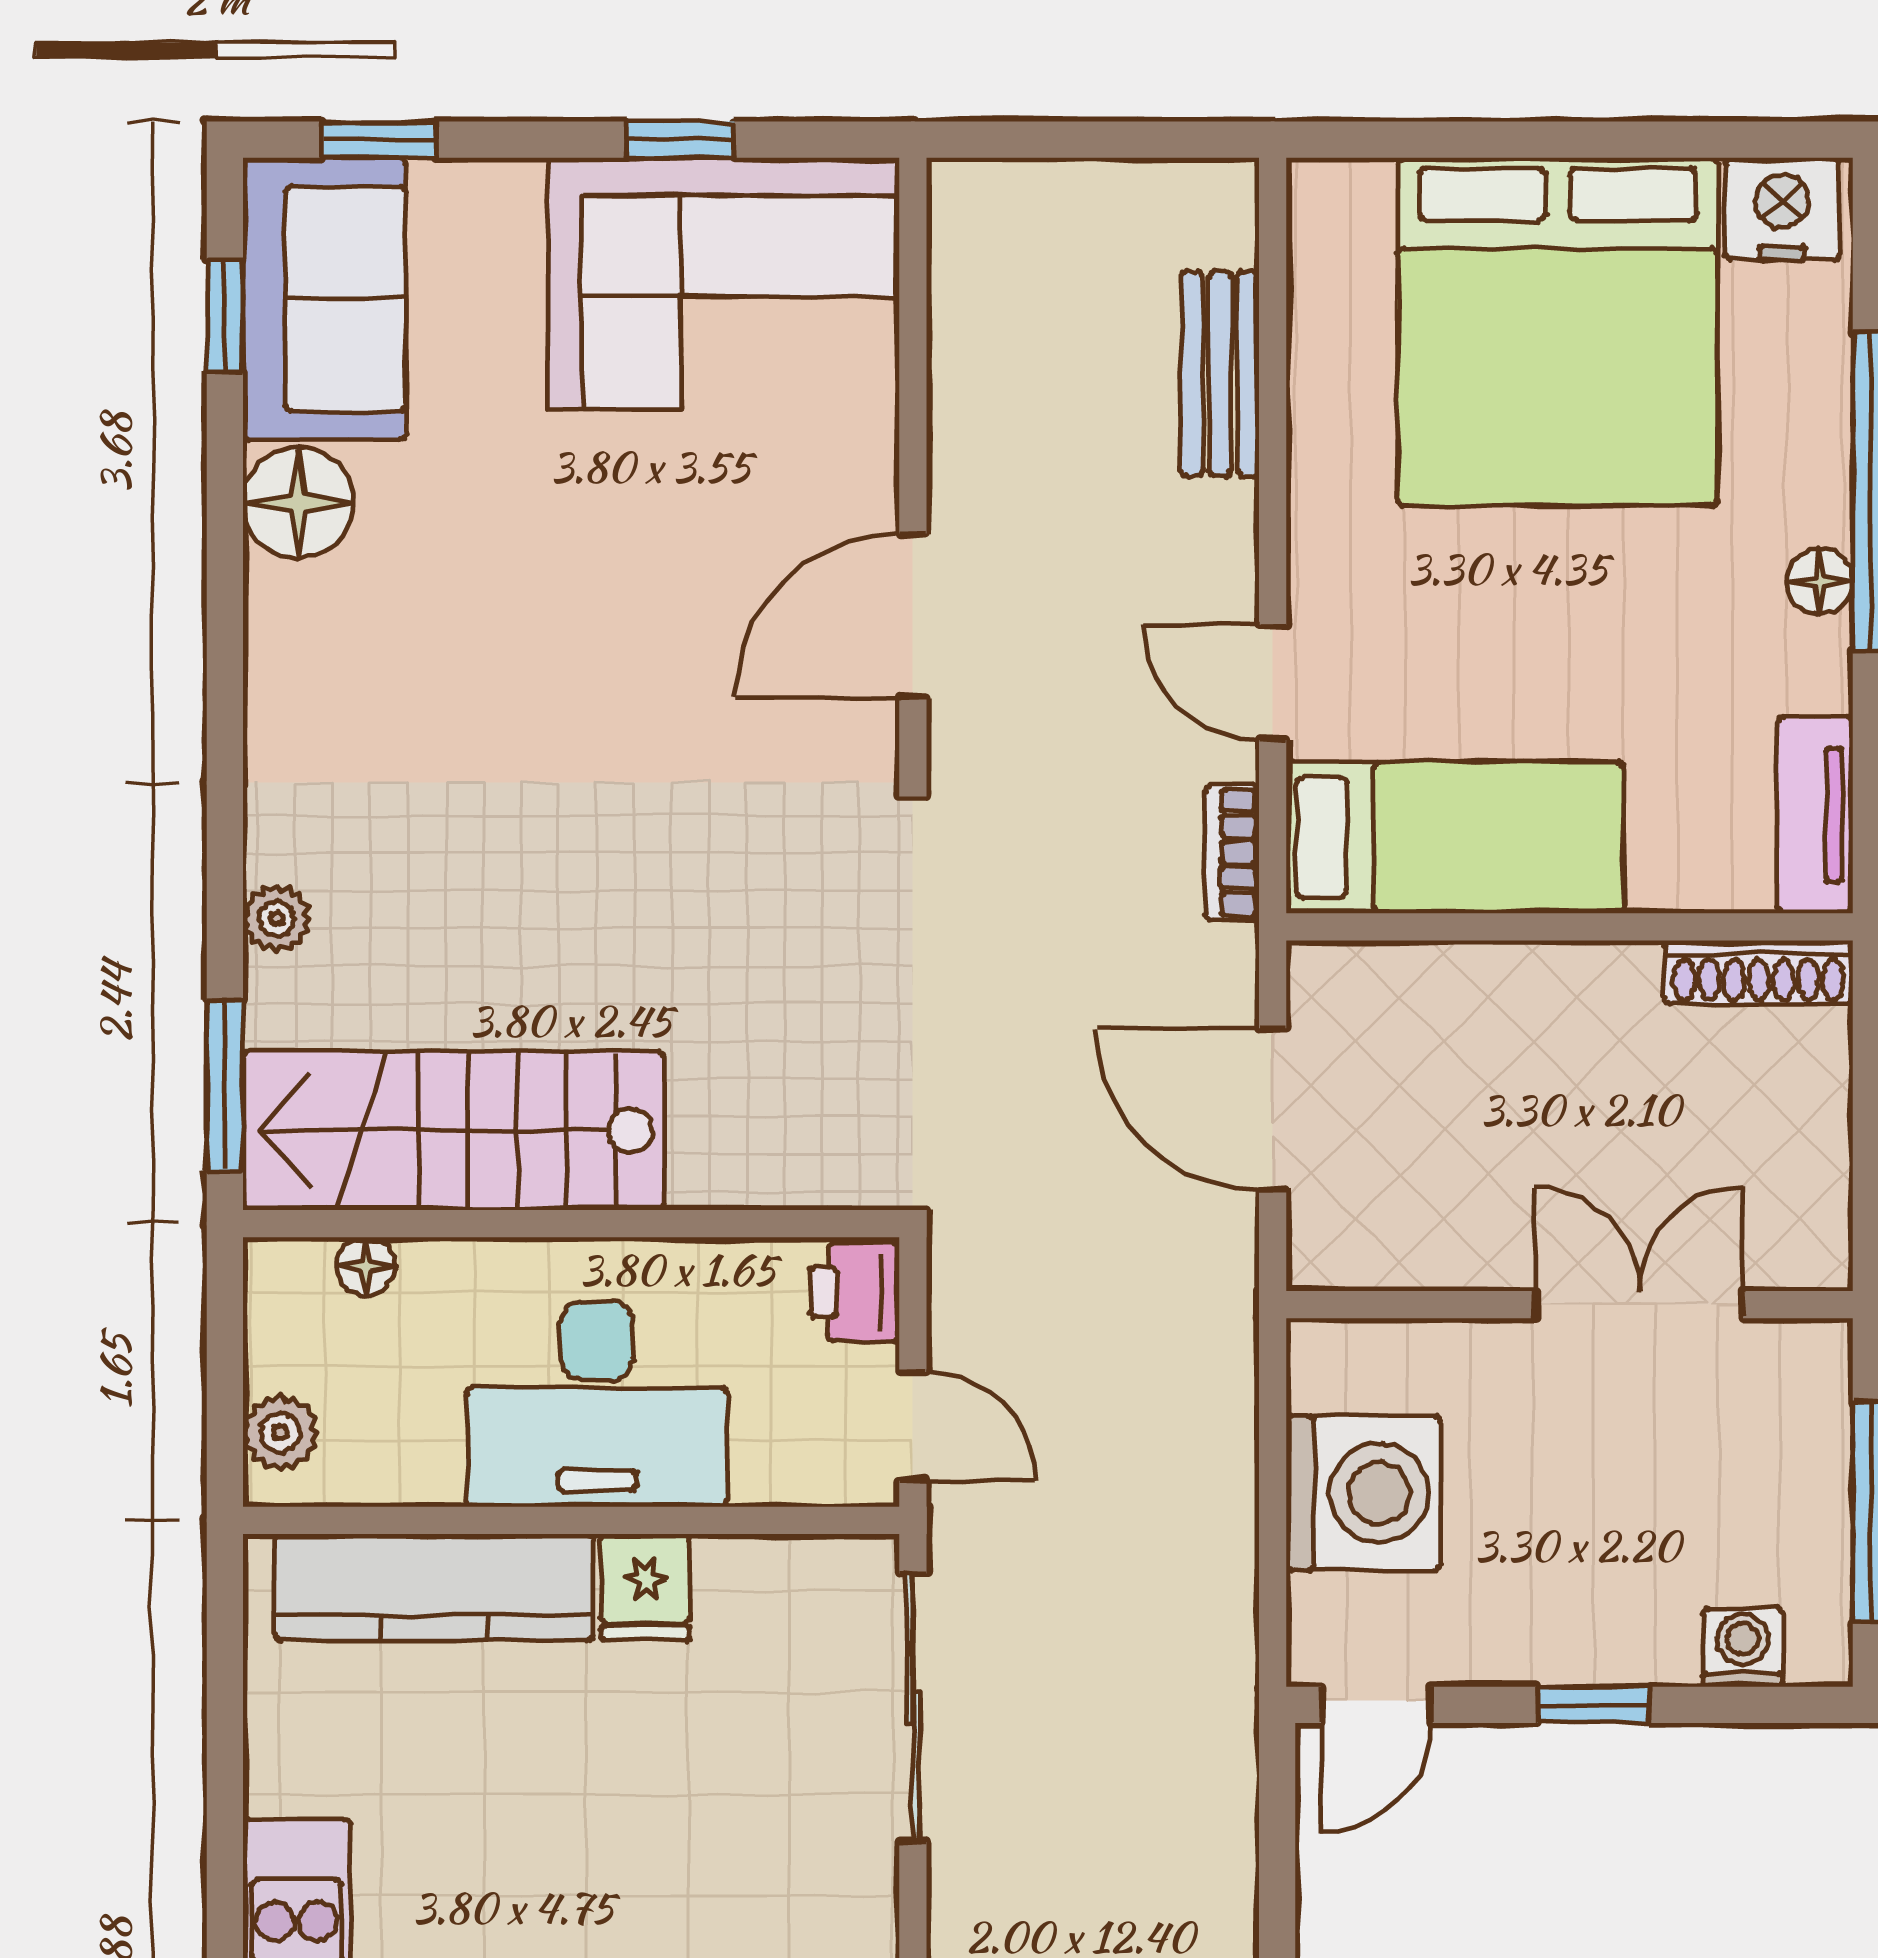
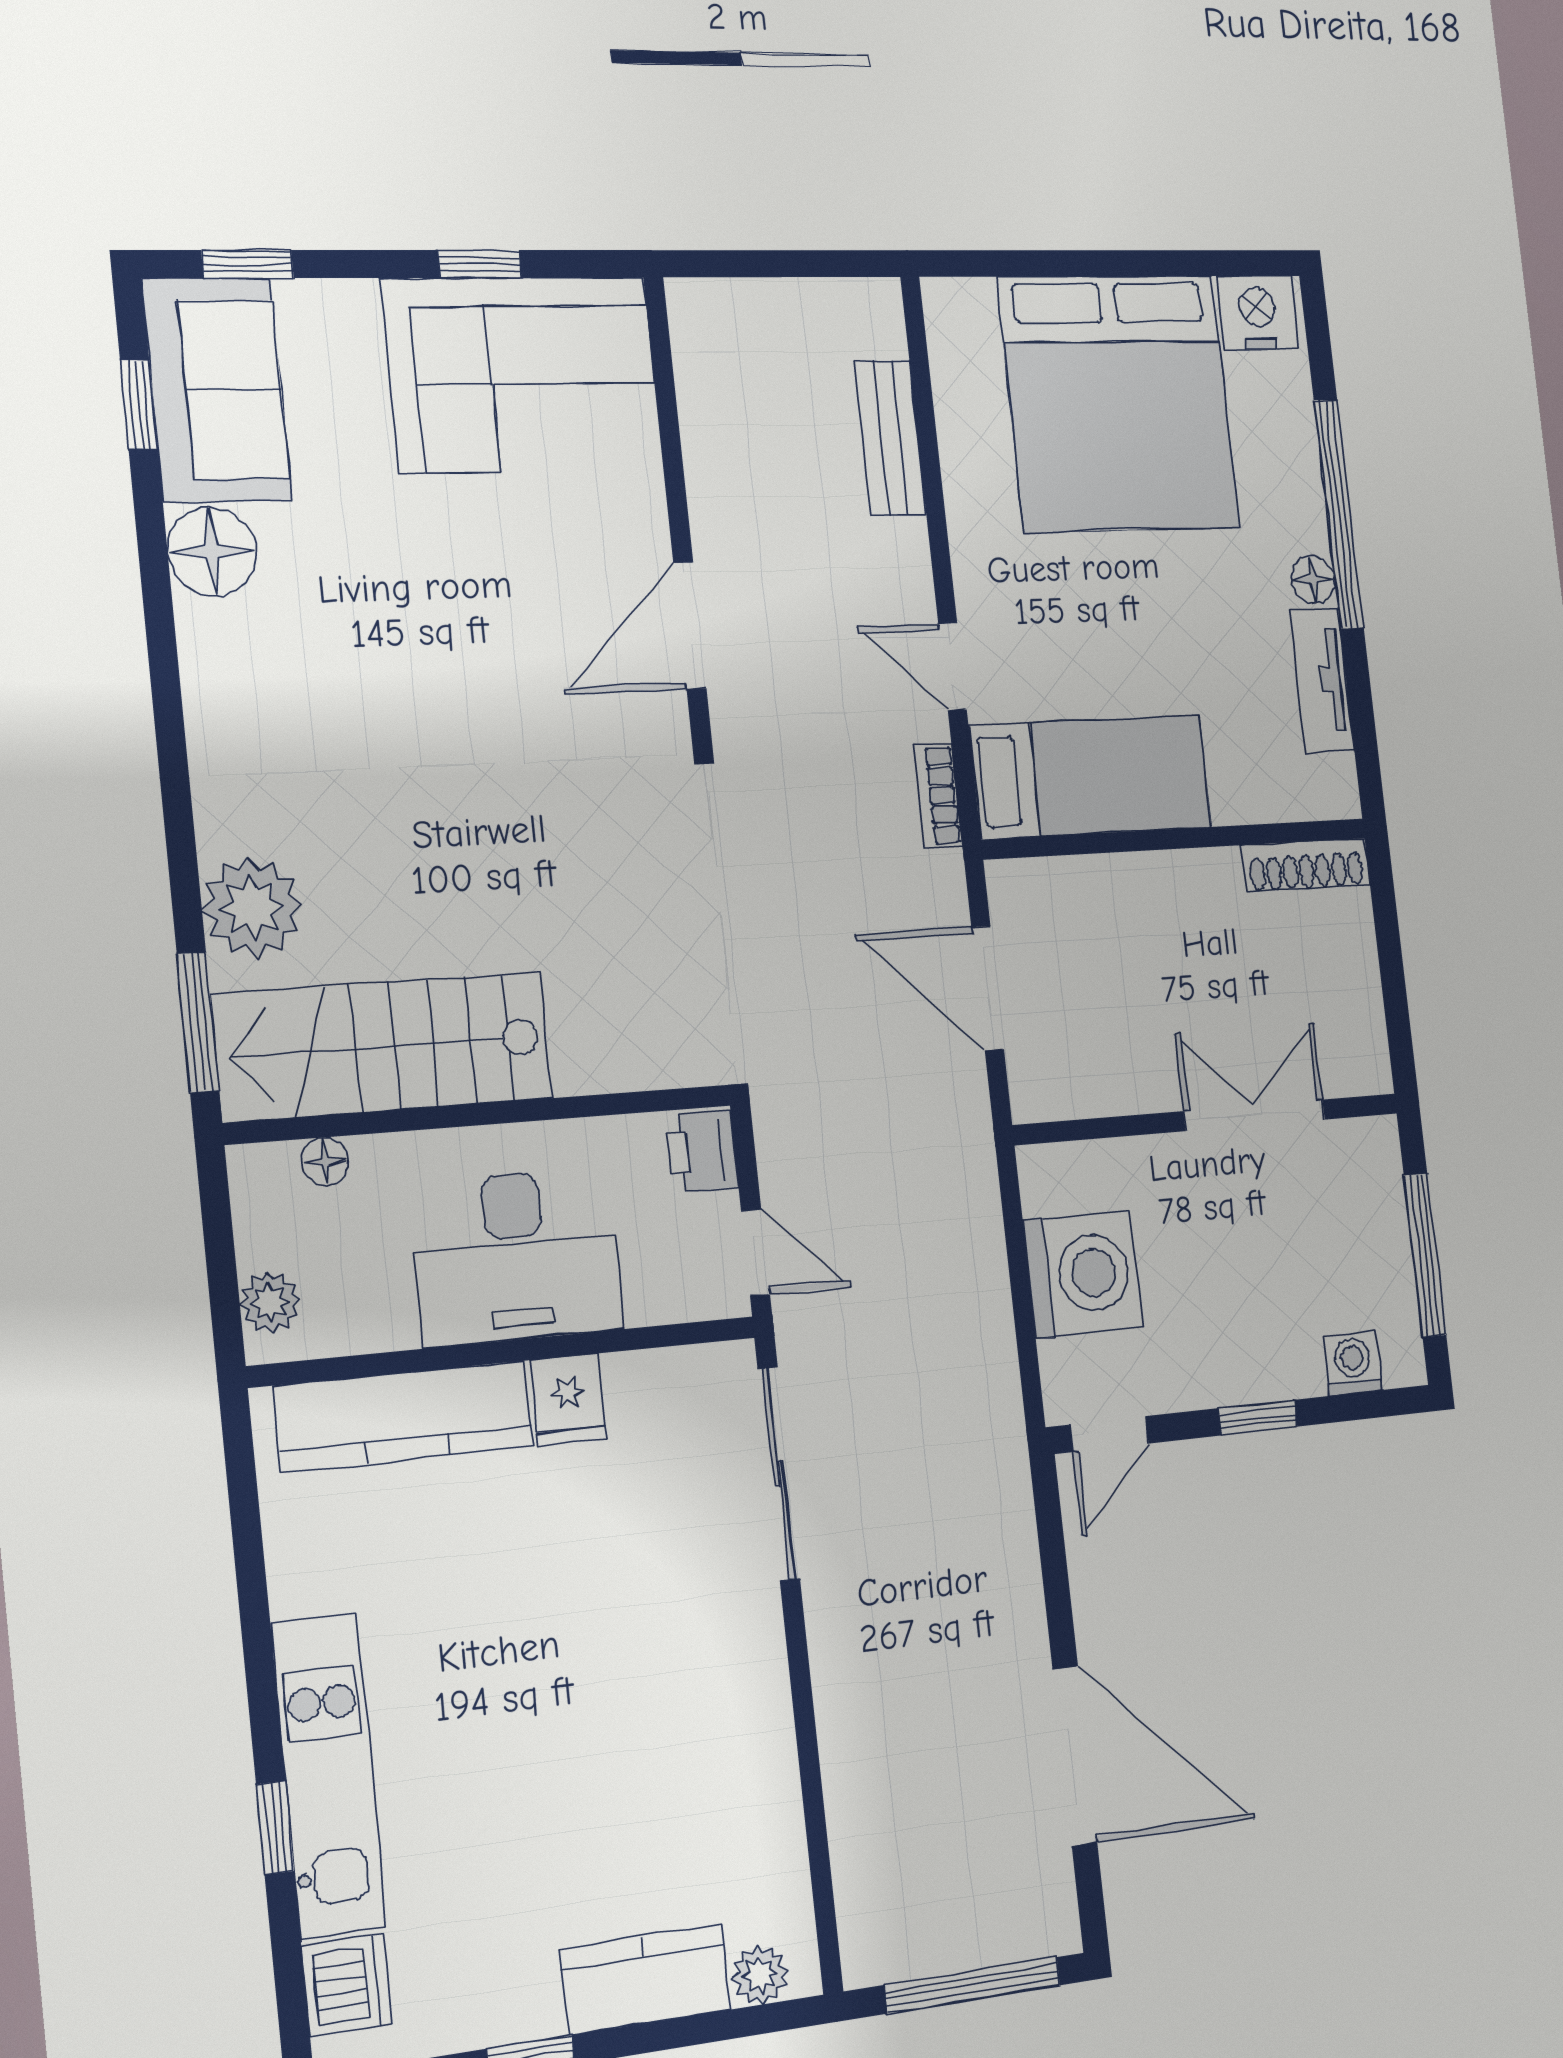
tv unit: (1815, 815) -> (1322, 680), moved
plant: (276, 918) -> (252, 908), width x1.88, depth x1.88

